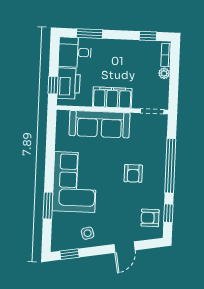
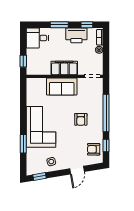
window: (89, 34) -> (59, 25), moved
printer: (69, 84) -> (76, 35), moved, turned 90
sofa: (99, 124) -> (62, 87), width x0.73

